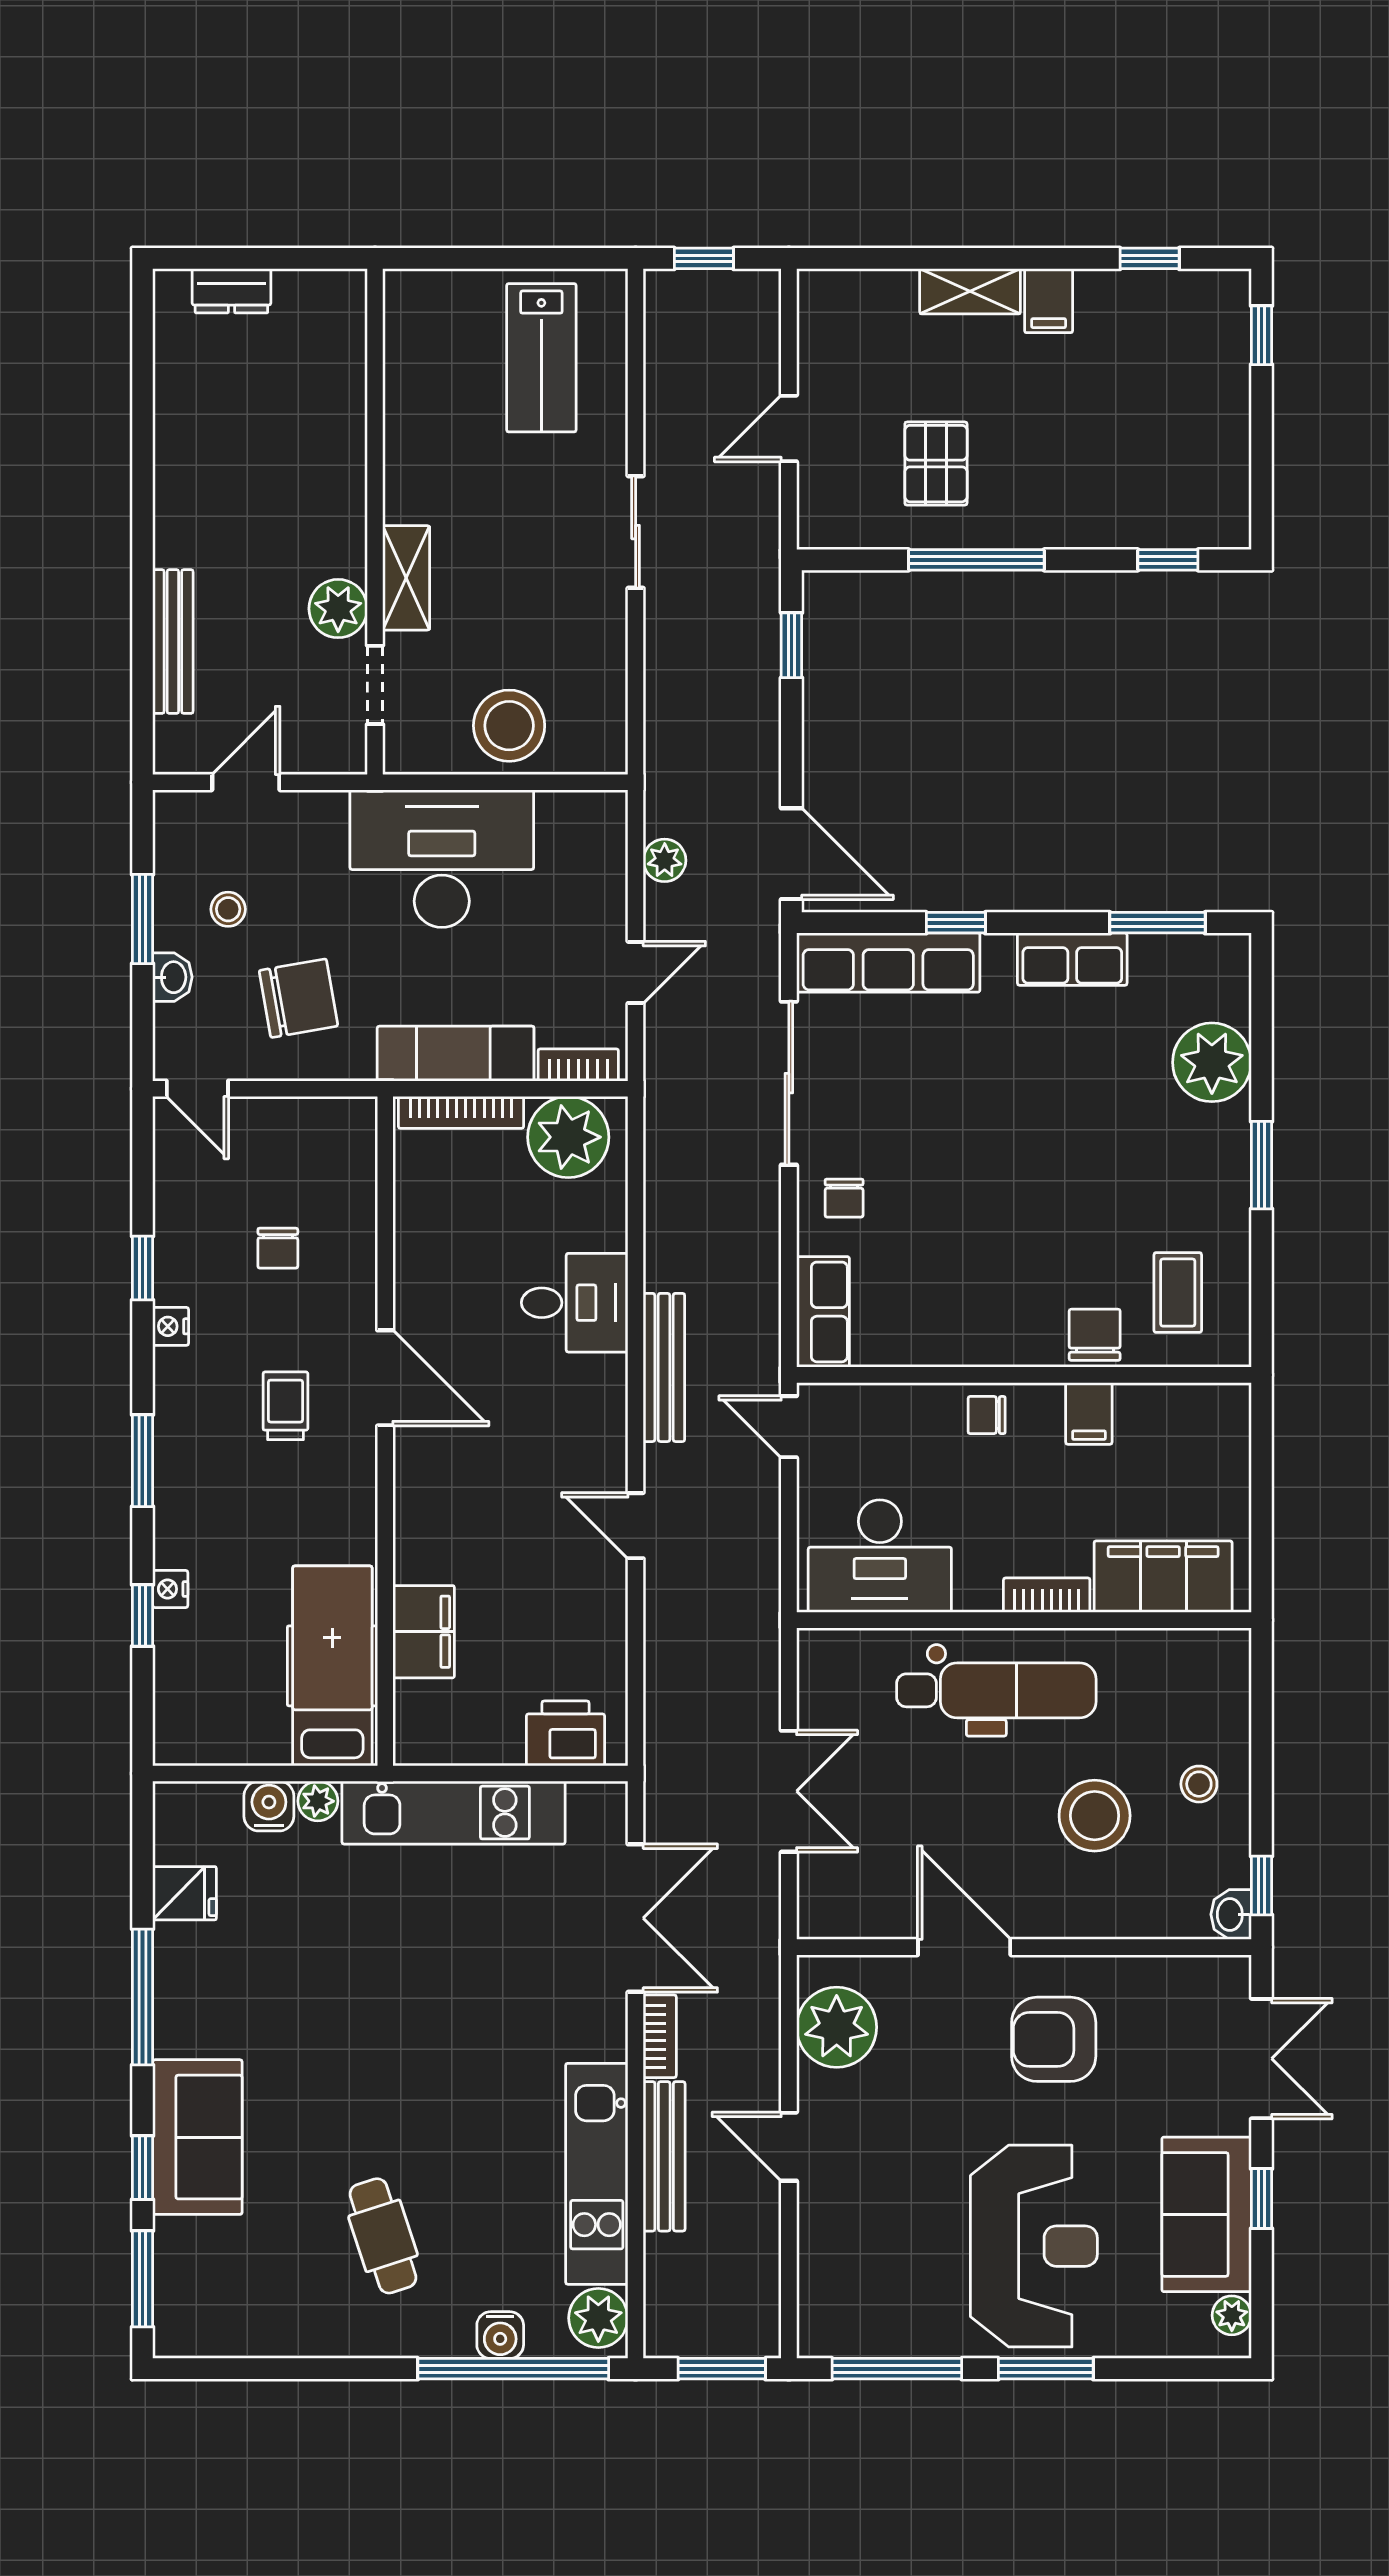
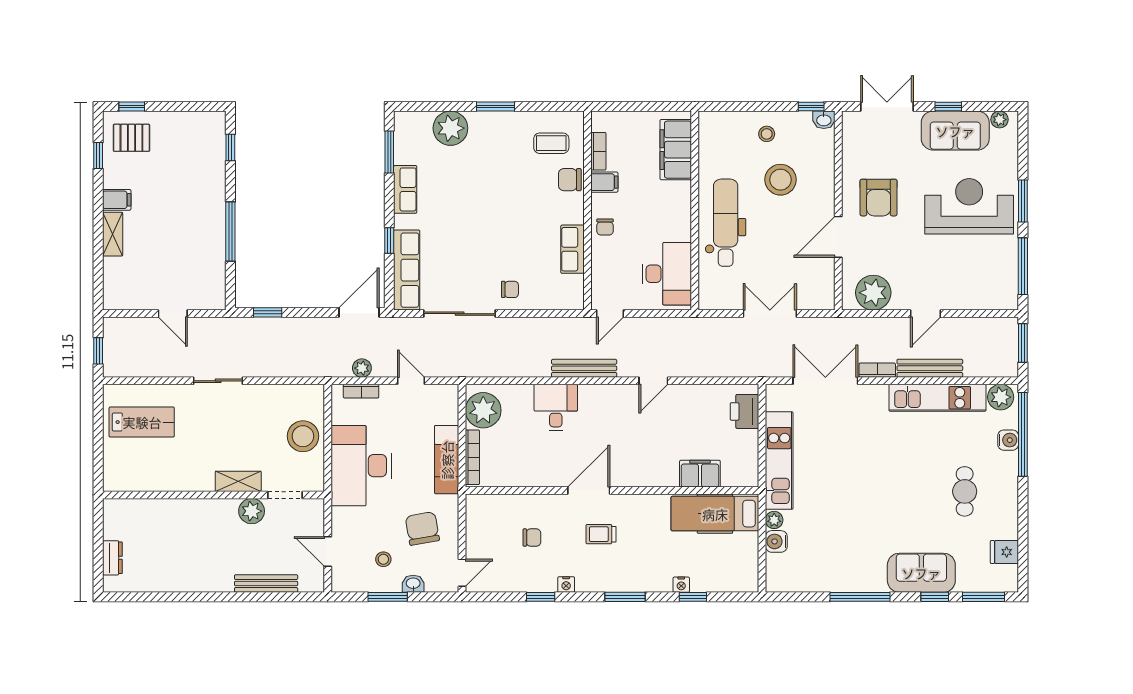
pallet: (936, 464) -> (131, 138), moved
bookcase: (578, 1065) -> (361, 391), moved, turned -90
row of seats: (823, 1312) -> (572, 249), moved, turned -90
bookcase: (1047, 1595) -> (598, 151), moved, turned 180
fridge: (185, 1893) -> (1004, 552), moved, turned -90
cafe table: (383, 2236) -> (965, 491), turned -72

